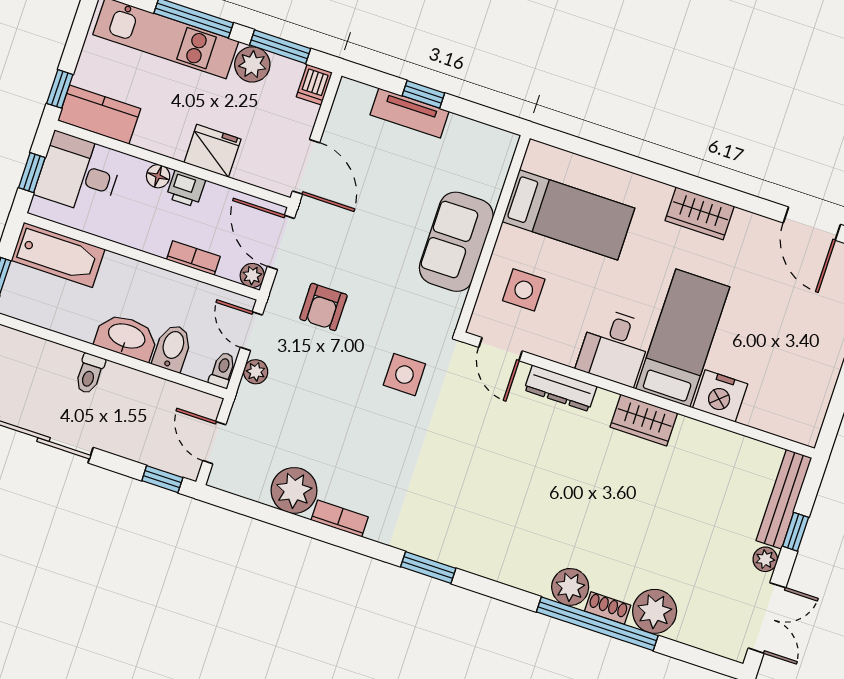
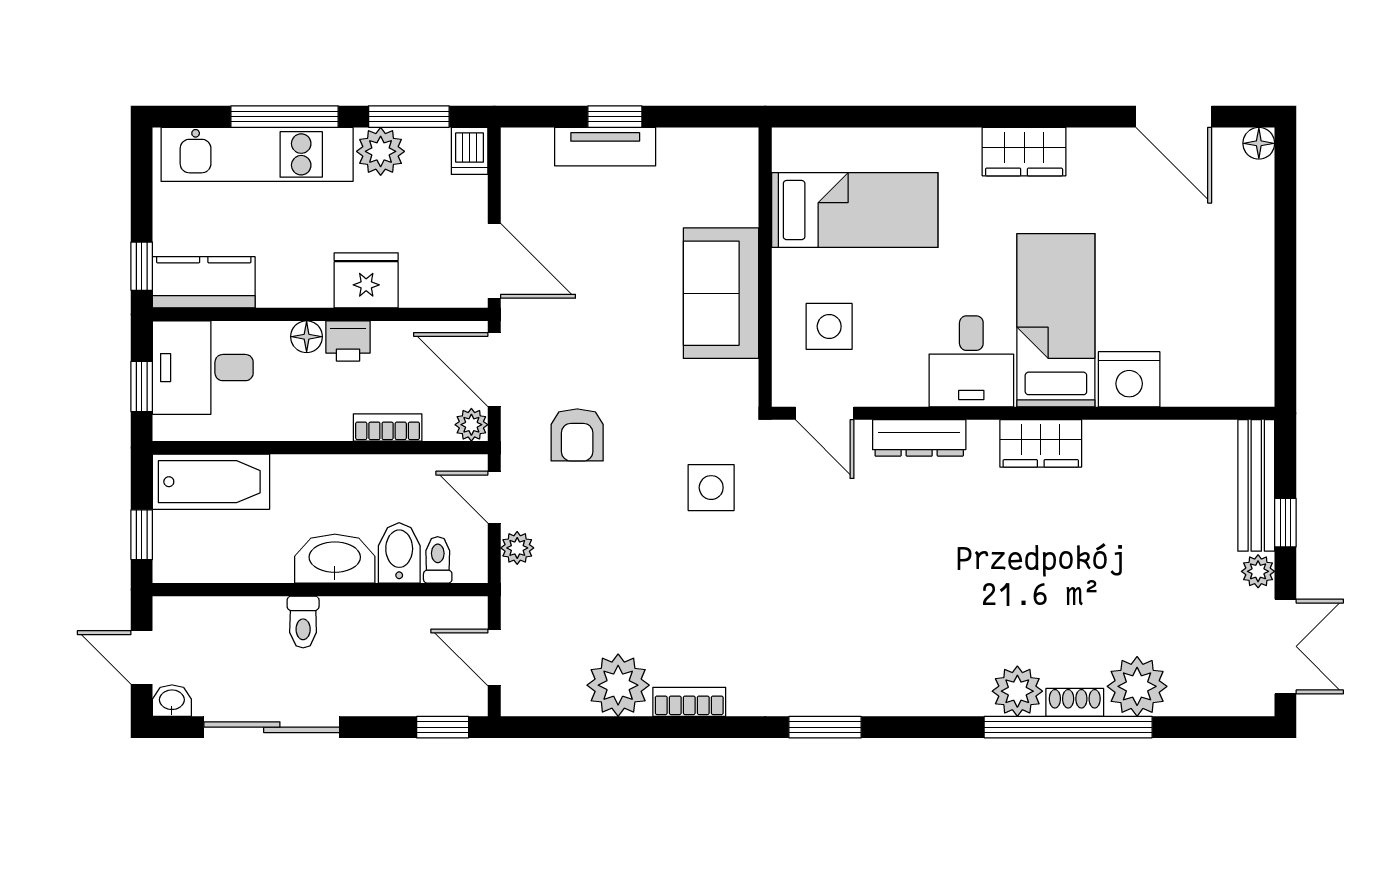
toilet: (223, 370) -> (438, 560), moved

